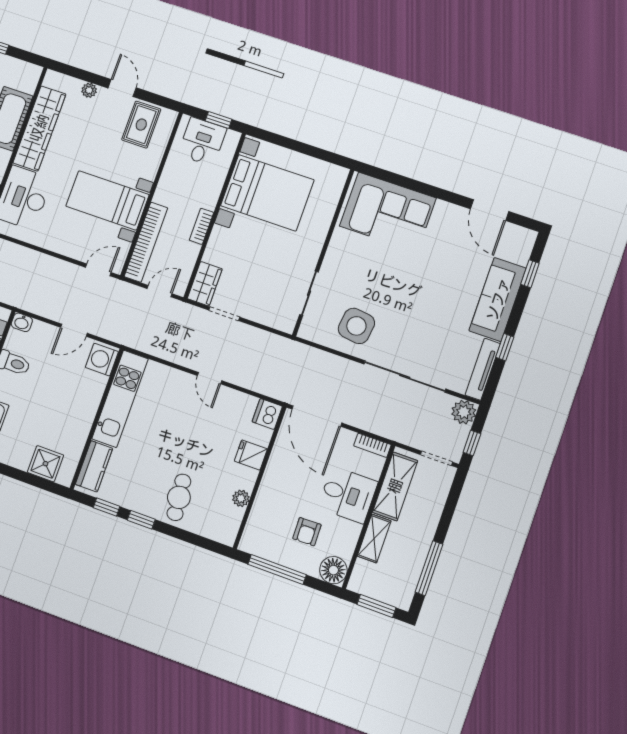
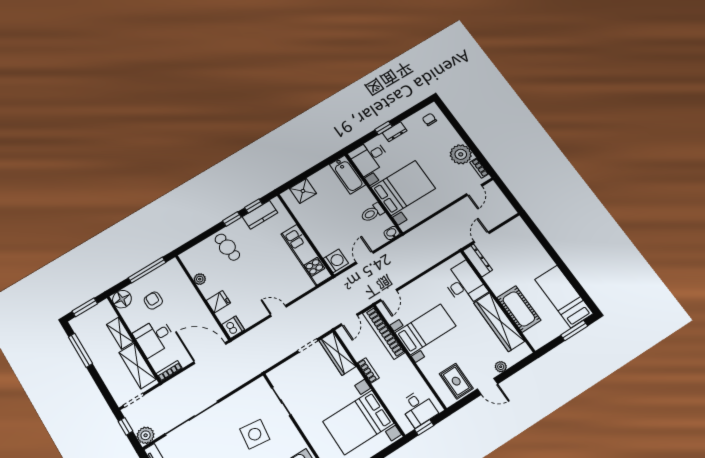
wardrobe: (205, 284) -> (337, 354), width x1.50
side table: (356, 326) -> (255, 434), moved
kitchen counter: (94, 466) -> (260, 215), moved, turned -90

